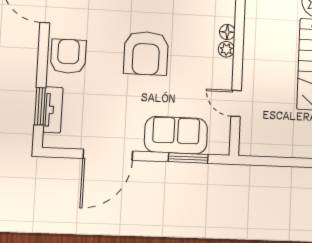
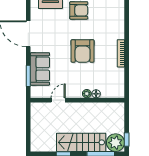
armchair: (146, 53) -> (83, 51), turned -90

